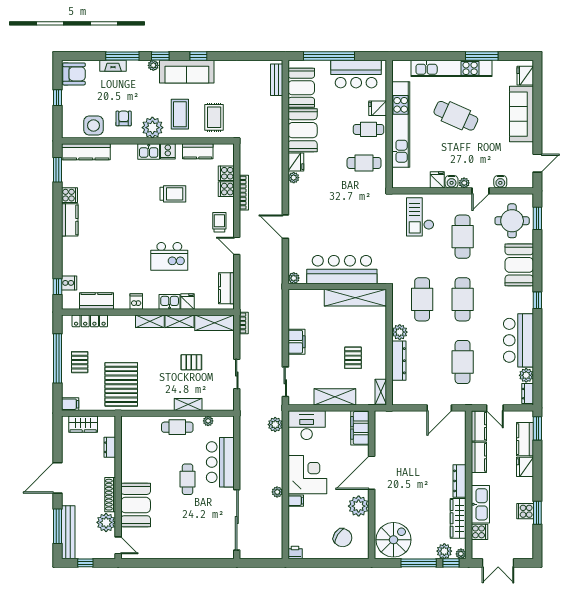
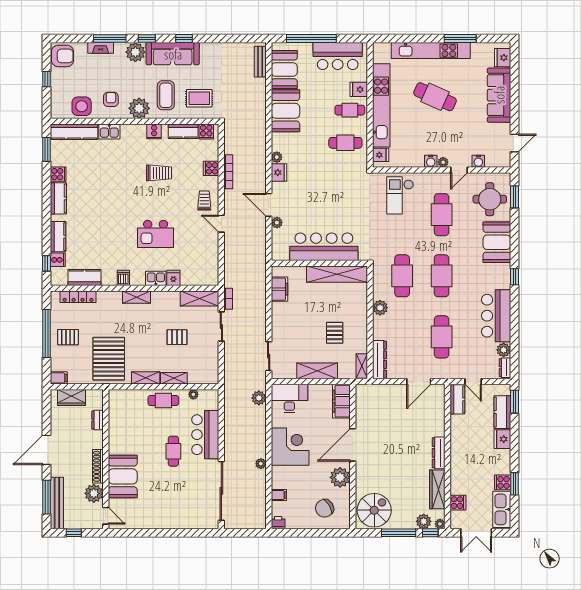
plant: (153, 65) -> (135, 52), width x1.87, depth x1.87
rug: (214, 117) -> (199, 98), turned 90
kitchen sink: (149, 151) -> (109, 132), moved
fridge: (296, 162) -> (279, 172), moved
cooker: (226, 173) -> (206, 132), moved, turned -90
fridge: (437, 180) -> (381, 155), moved, turned 90
plant: (294, 278) -> (277, 223), moved
kitchen counter: (226, 288) -> (58, 237), moved, turned 180
shelving: (179, 321) -> (146, 378), moved
filing cabinet: (296, 342) -> (279, 289), moved
dresser: (399, 361) -> (379, 360), moved
pallet: (80, 362) -> (68, 337), turned 90
sliding door: (237, 374) -> (221, 327), moved
kitchen counter: (479, 457) -> (457, 430), removed
filing cabinet: (296, 501) -> (279, 495), moved
kitchen sink: (480, 504) -> (502, 509), moved, turned 180
chair: (343, 538) -> (324, 508), turned 116

